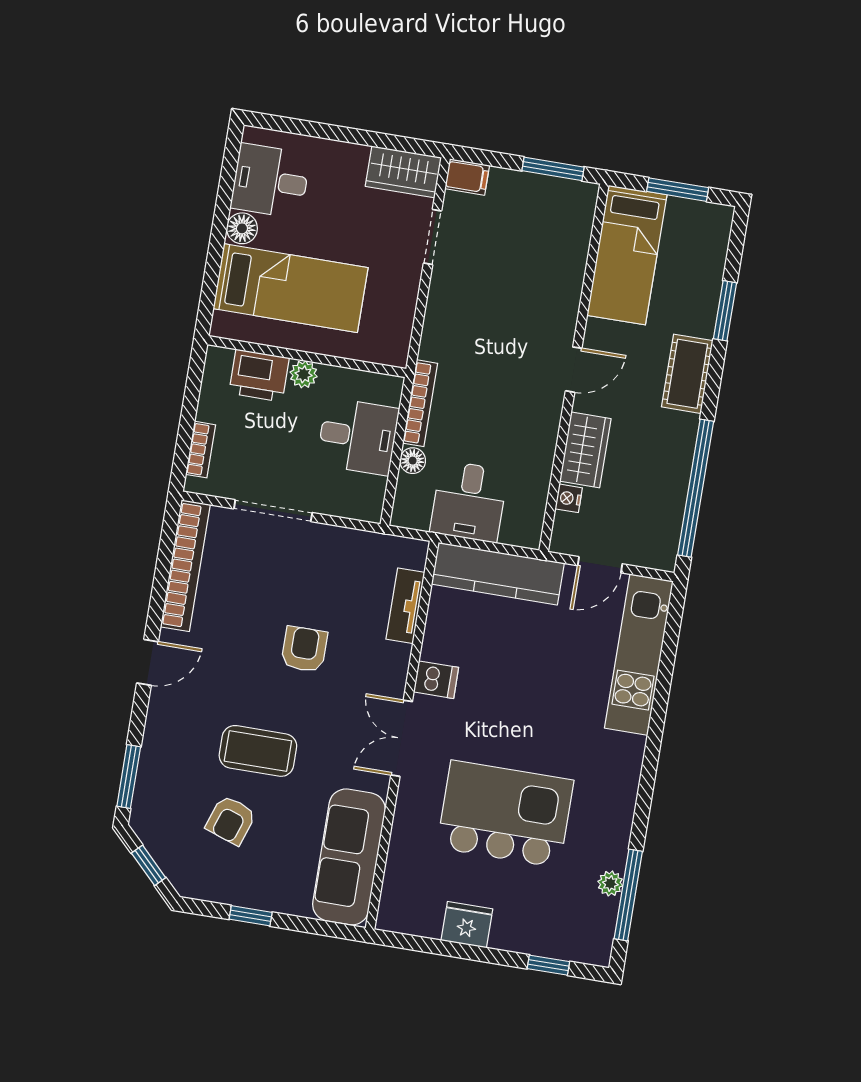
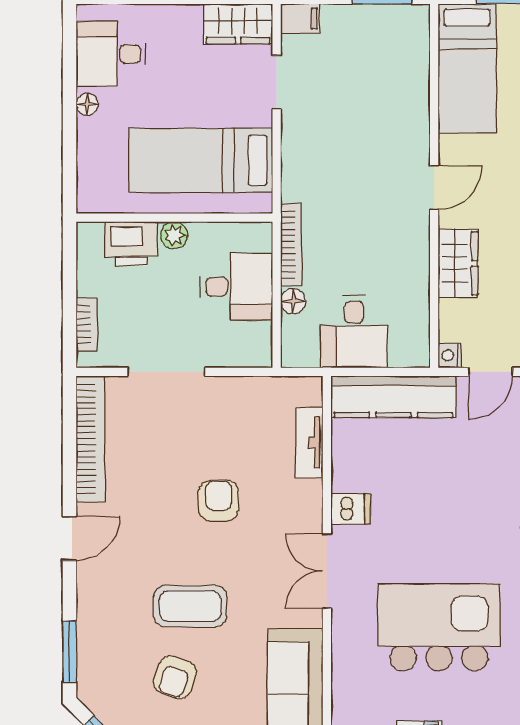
floor lamp: (242, 228) -> (87, 104), width x0.73, depth x0.73
bed: (291, 288) -> (201, 160), moved, turned 180
nightstand: (569, 498) -> (450, 355), moved

